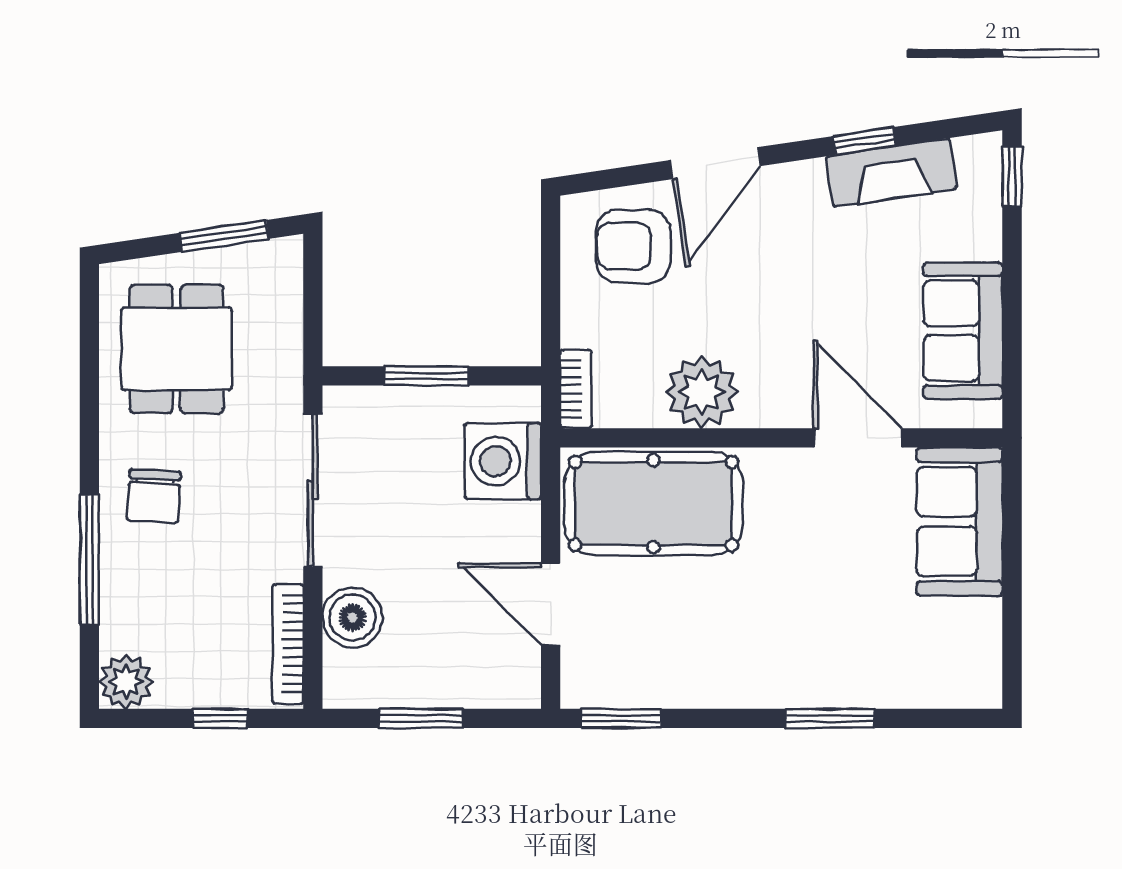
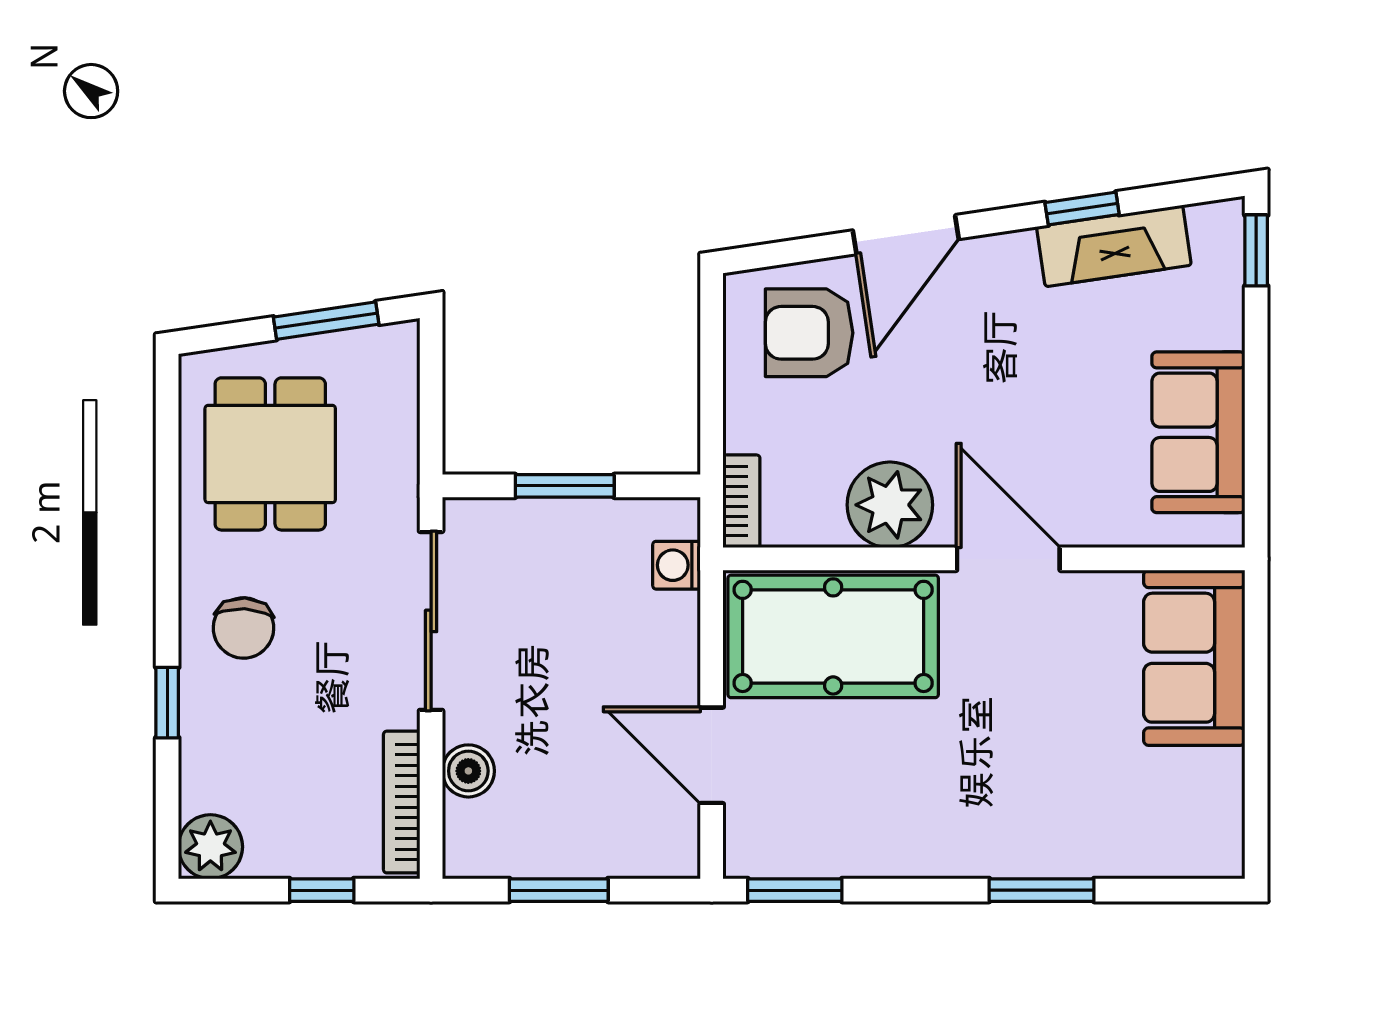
door: (858, 438) -> (1008, 559), moved
washing machine: (503, 461) -> (677, 565), width x0.53, depth x0.53
window: (89, 560) -> (167, 703), width x0.46
boiler: (353, 617) -> (468, 771), width x0.73, depth x0.73

